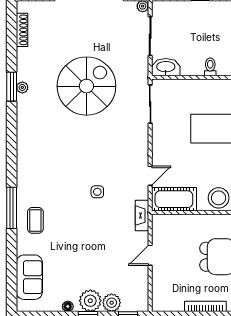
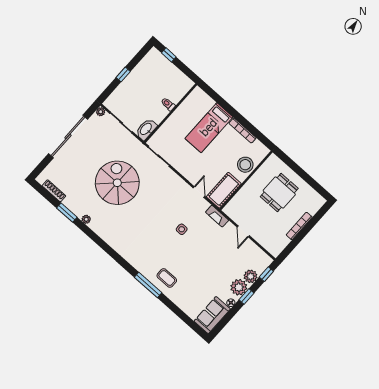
window: (12, 87) -> (67, 213), moved
sofa: (29, 277) -> (212, 315), moved, turned -90

